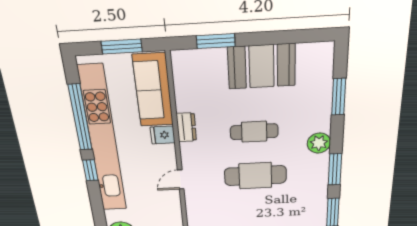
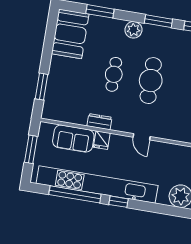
booth: (262, 66) -> (70, 34), moved
sofa: (153, 90) -> (73, 139), width x0.73

